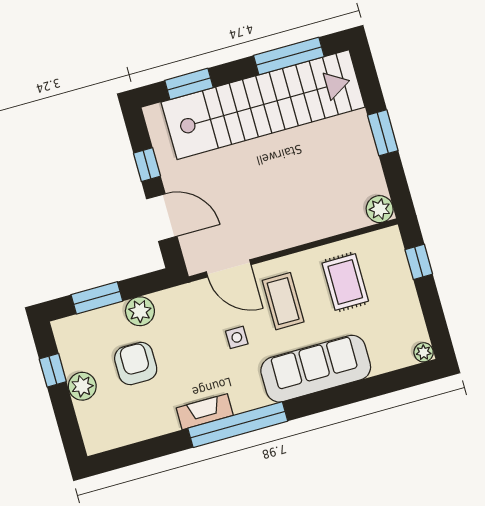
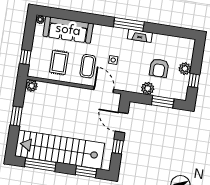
sofa: (316, 369) -> (68, 30), moved
window: (238, 425) -> (129, 24), width x0.68

